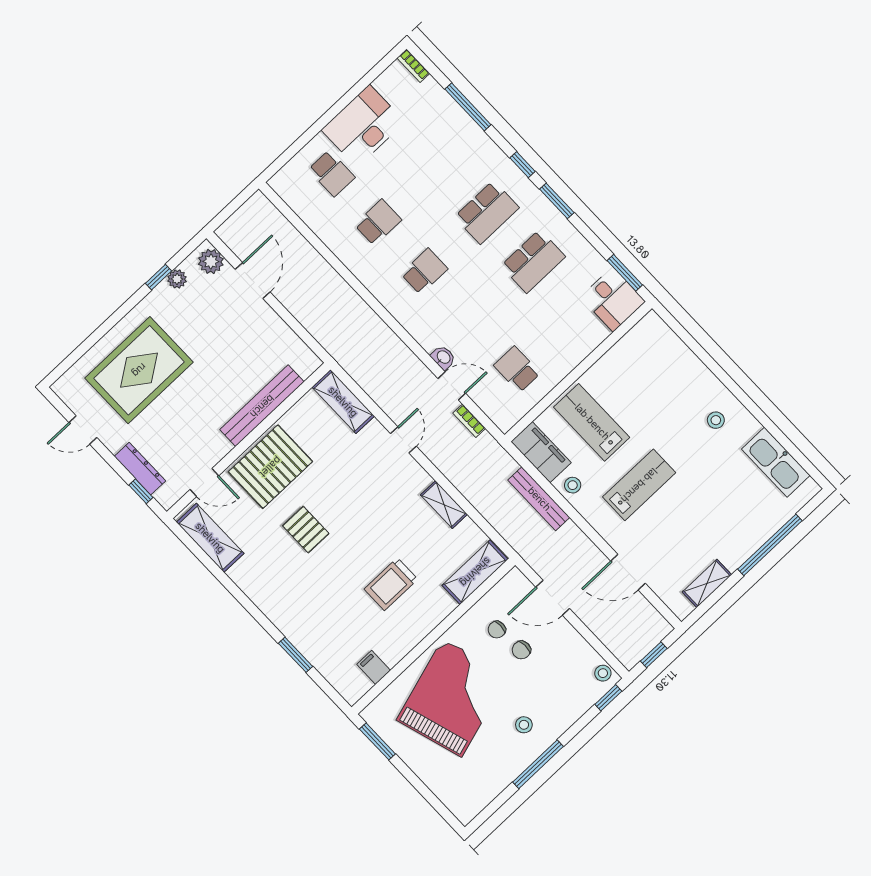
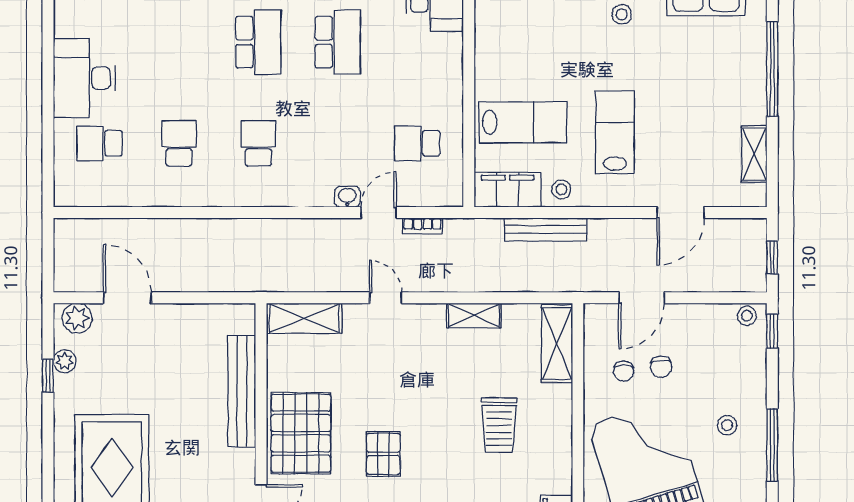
school desk: (332, 173) -> (99, 143), turned 180
lab bench: (592, 422) -> (523, 122), turned 180
pallet: (306, 530) -> (383, 454), turned 90

